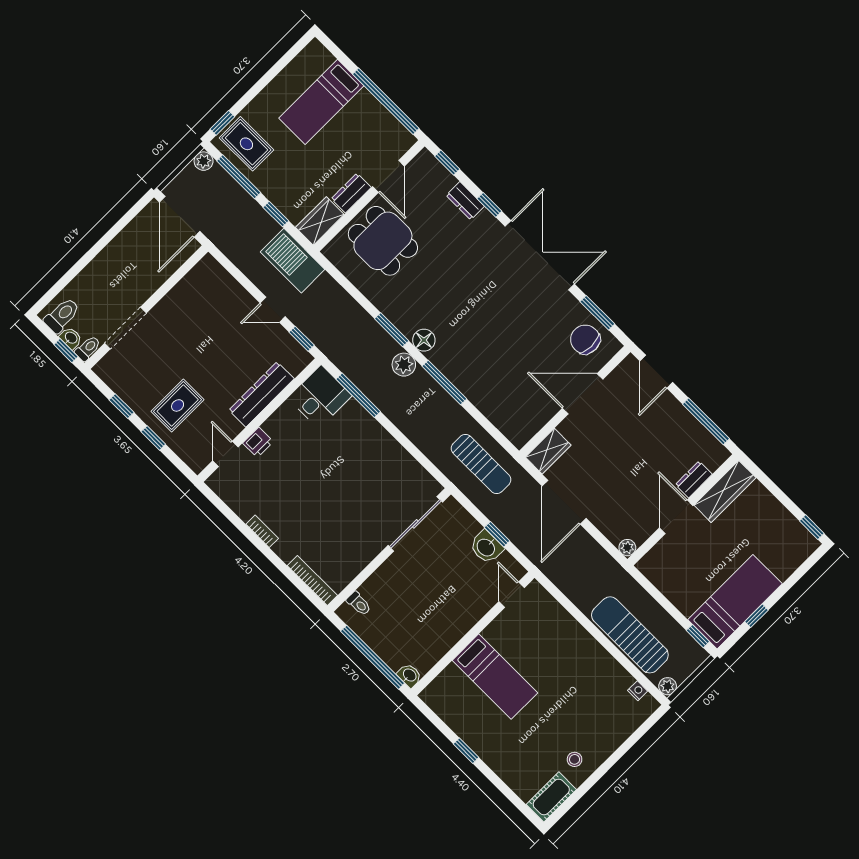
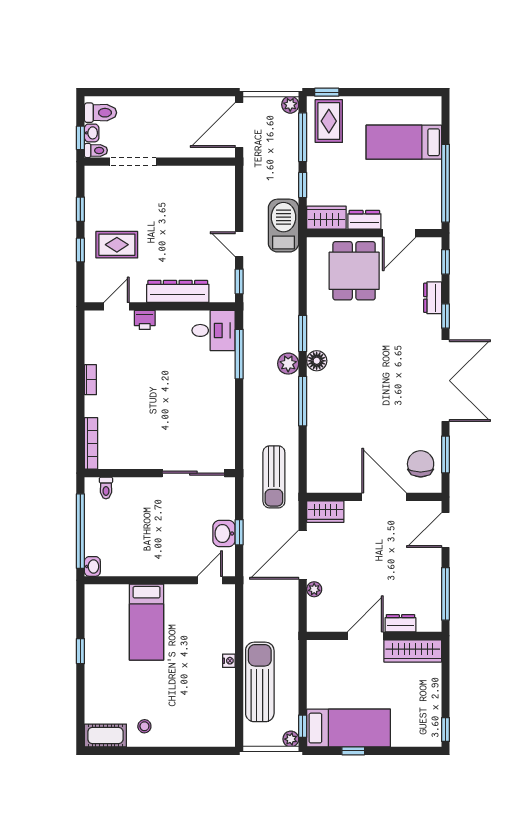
plant: (627, 548) -> (314, 589), moved
plant: (668, 686) -> (291, 739), moved
nightstand: (638, 691) -> (229, 661), moved

